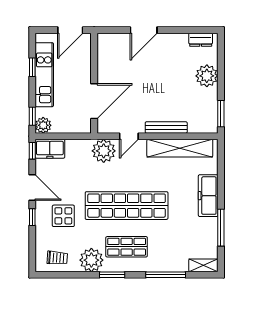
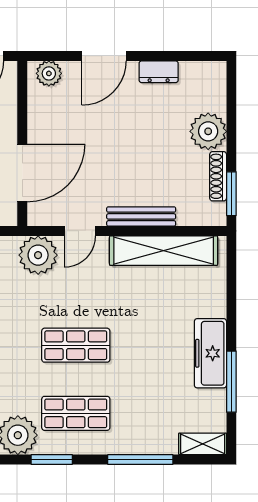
dresser: (201, 40) -> (159, 72), moved
plant: (110, 41) -> (49, 73), added
shoe rack: (213, 103) -> (218, 176), added
freezer: (208, 196) -> (210, 353), moved
shop shelf: (127, 206) -> (76, 345), width x0.50, depth x0.74

